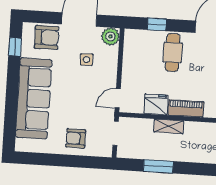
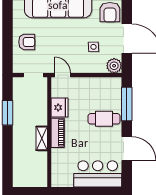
window: (157, 24) -> (127, 104), width x2.17
shelving: (169, 126) -> (42, 138), moved
armchair: (76, 138) -> (27, 42), turned 90

